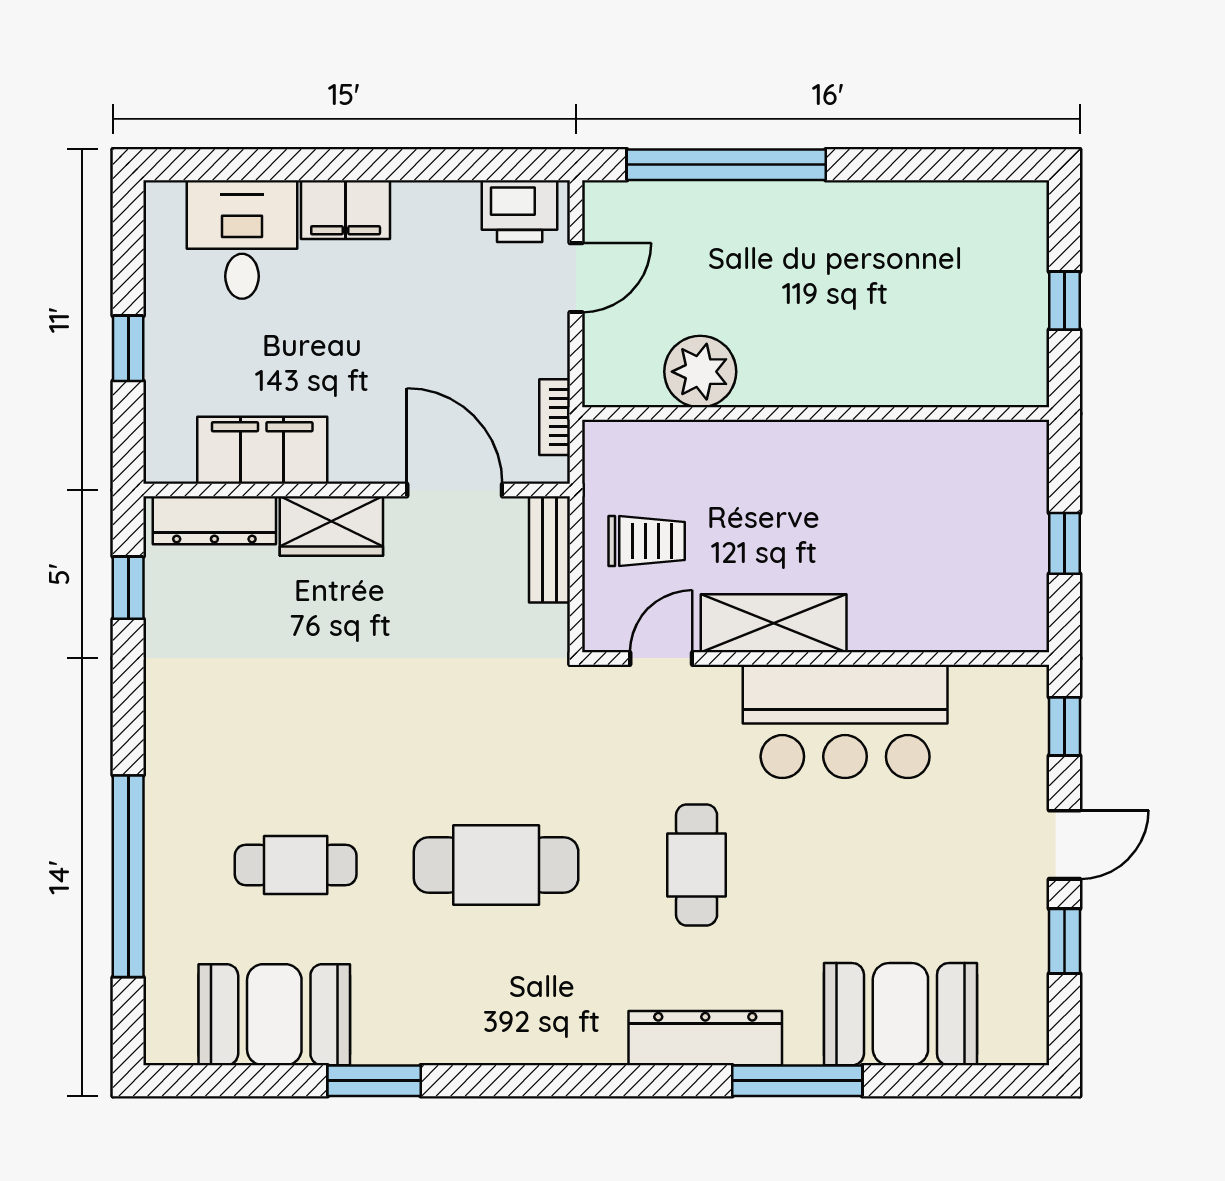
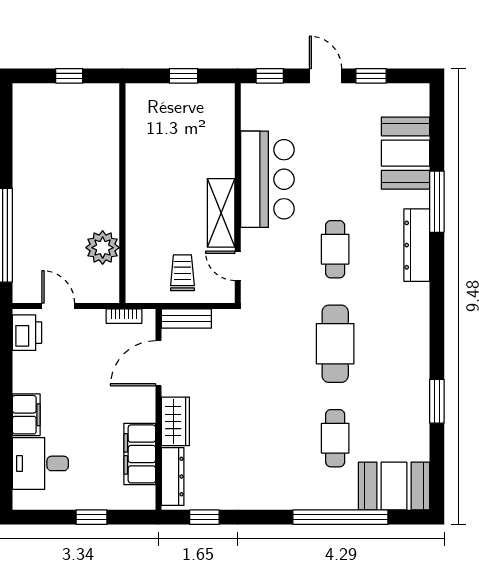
cafe table: (697, 865) -> (335, 249), turned 90
booth: (274, 1015) -> (394, 486), moved, turned 90

